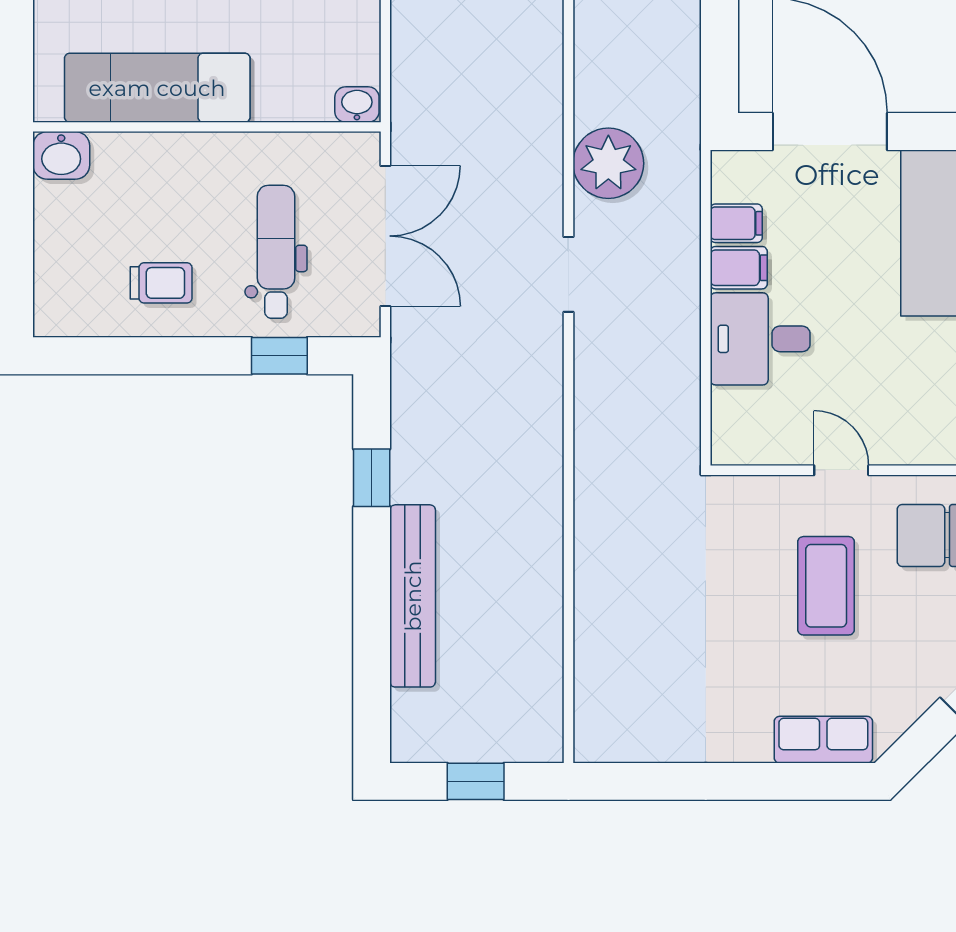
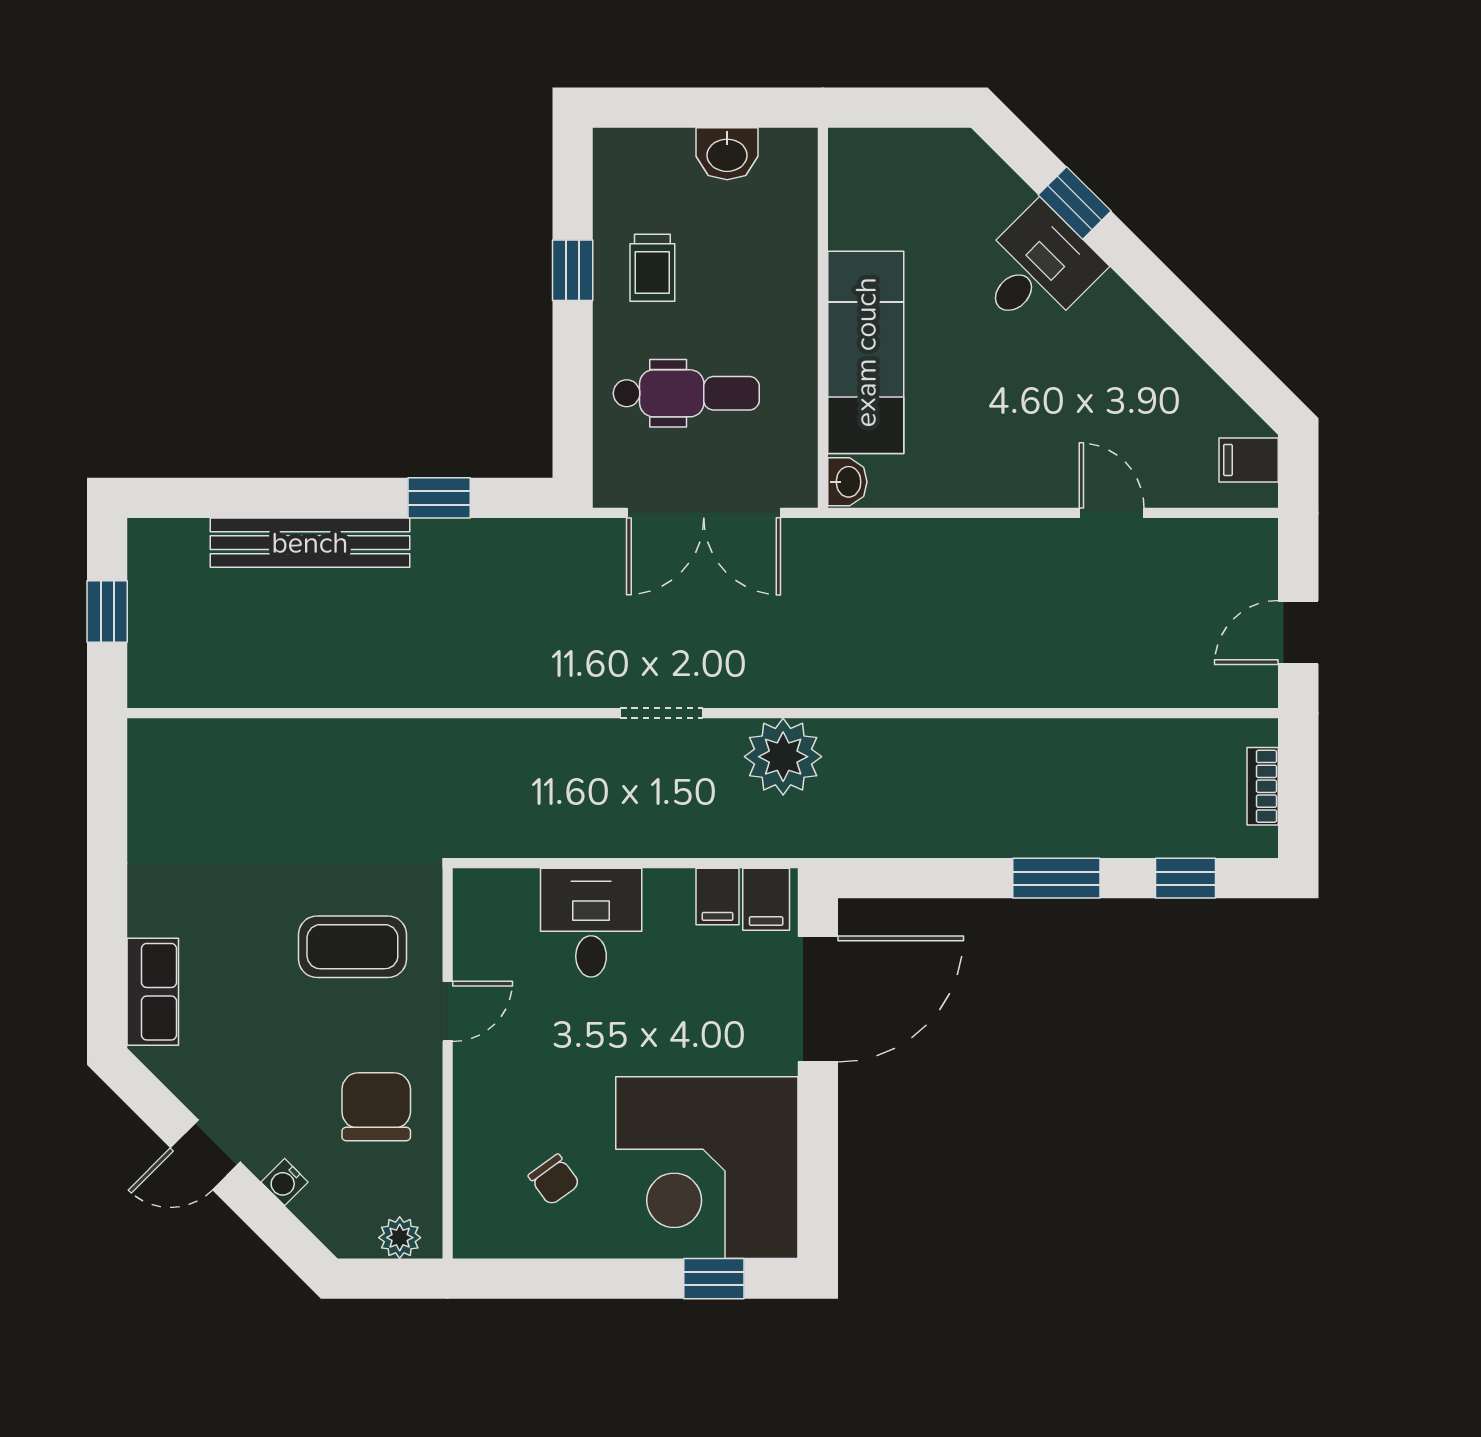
exam couch: (157, 88) -> (866, 352), moved
washbasin: (61, 155) -> (727, 154), moved, turned -90
filing cabinet: (739, 268) -> (766, 899), moved
window: (279, 356) -> (573, 270), moved
coffee table: (826, 586) -> (352, 947), moved

